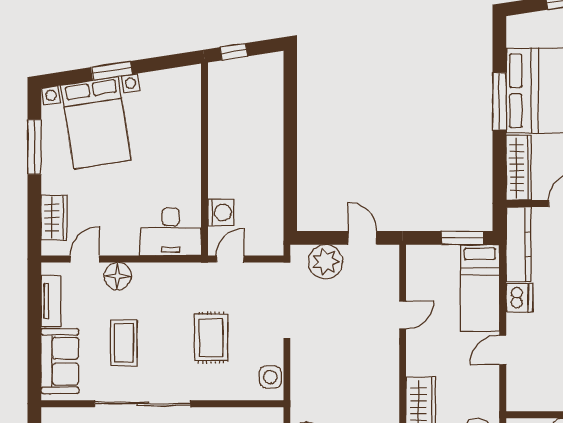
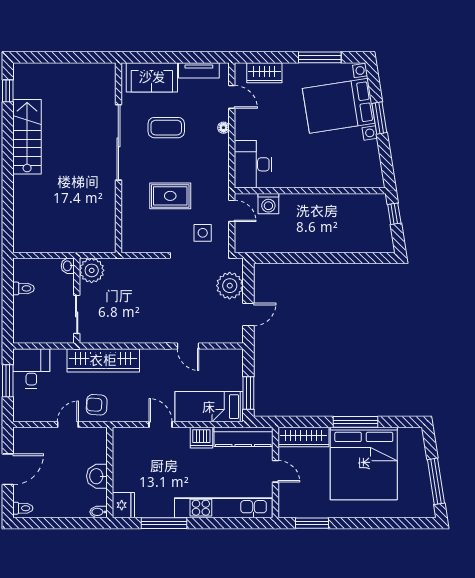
floor lamp: (117, 276) -> (224, 128), width x0.53, depth x0.53
side table: (270, 377) -> (203, 233), moved

